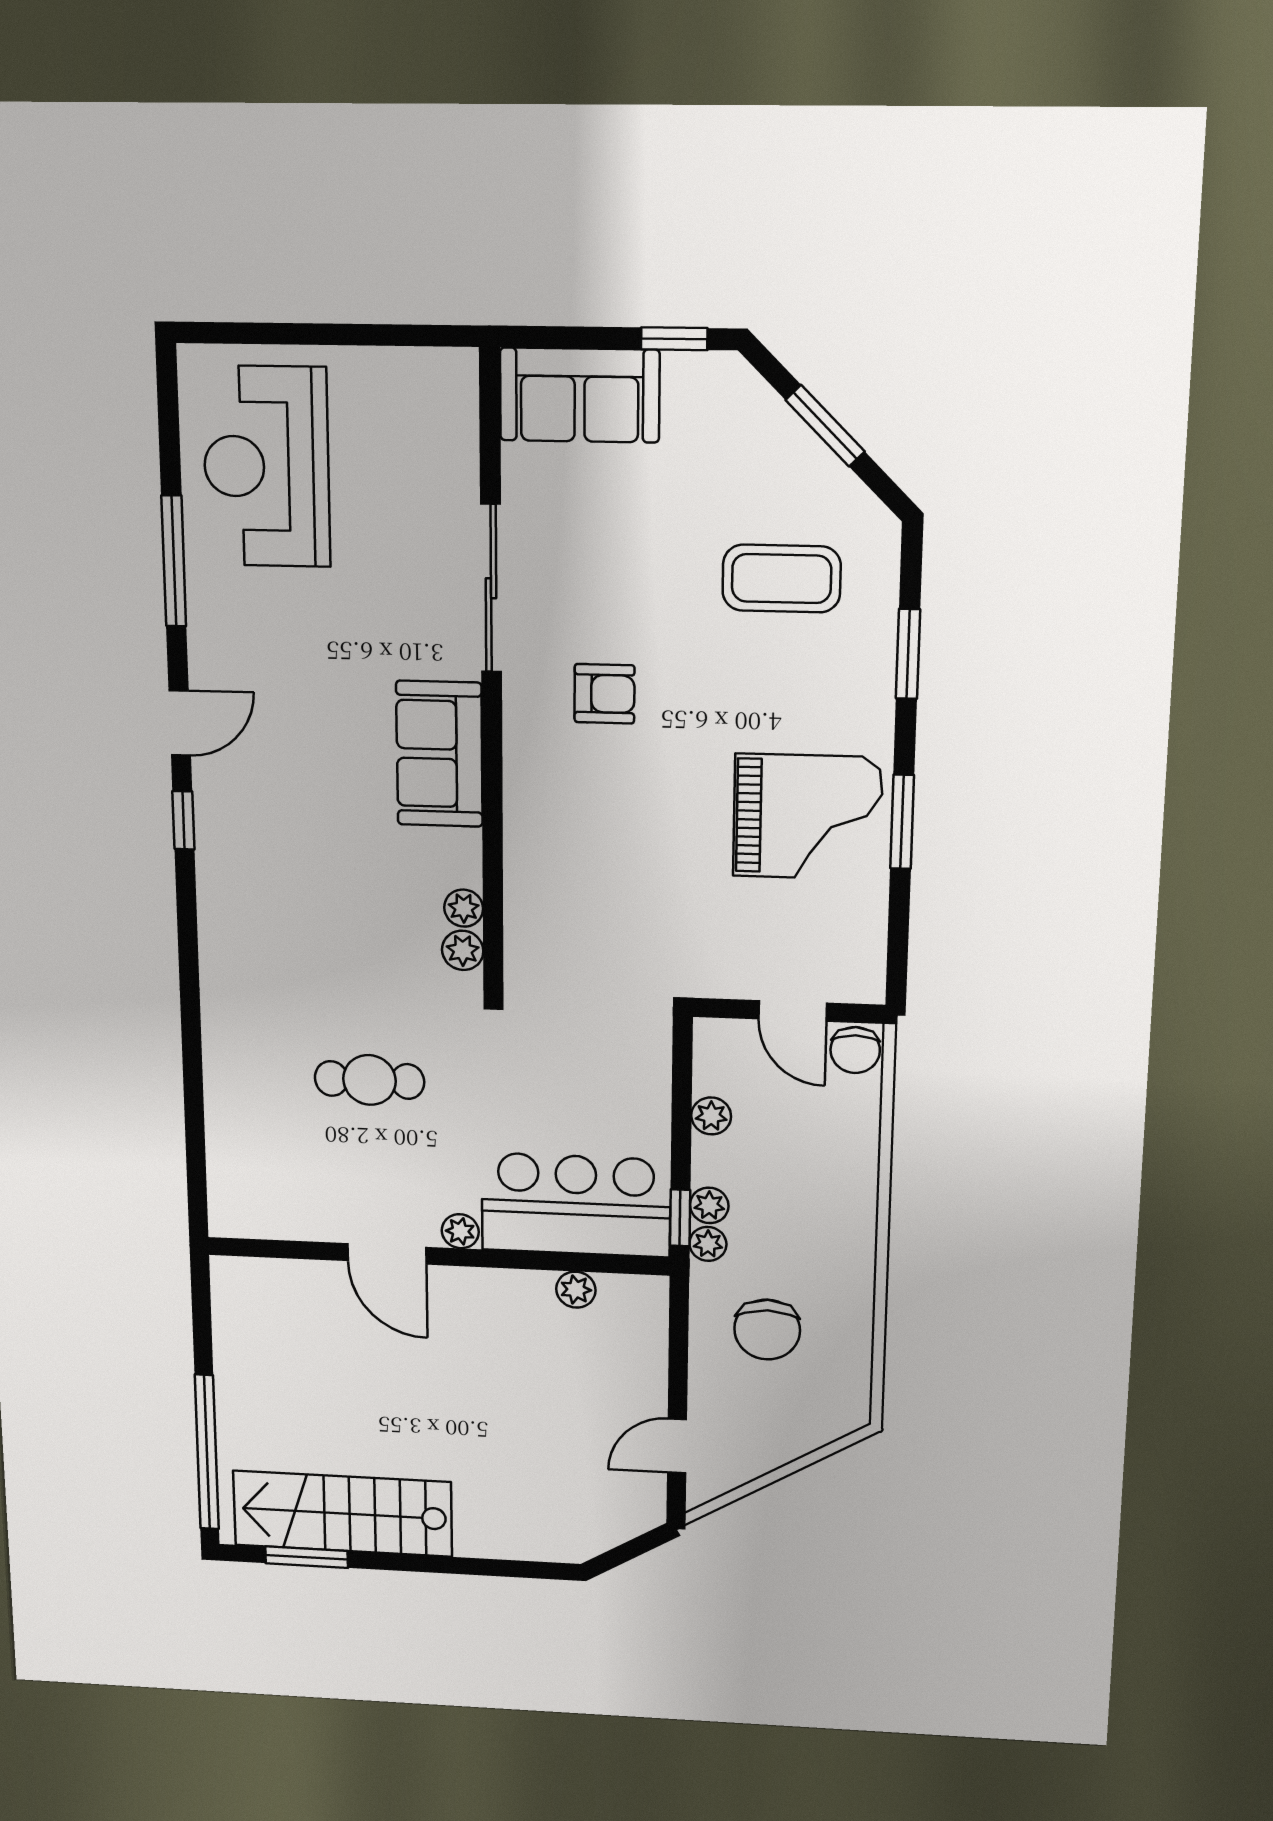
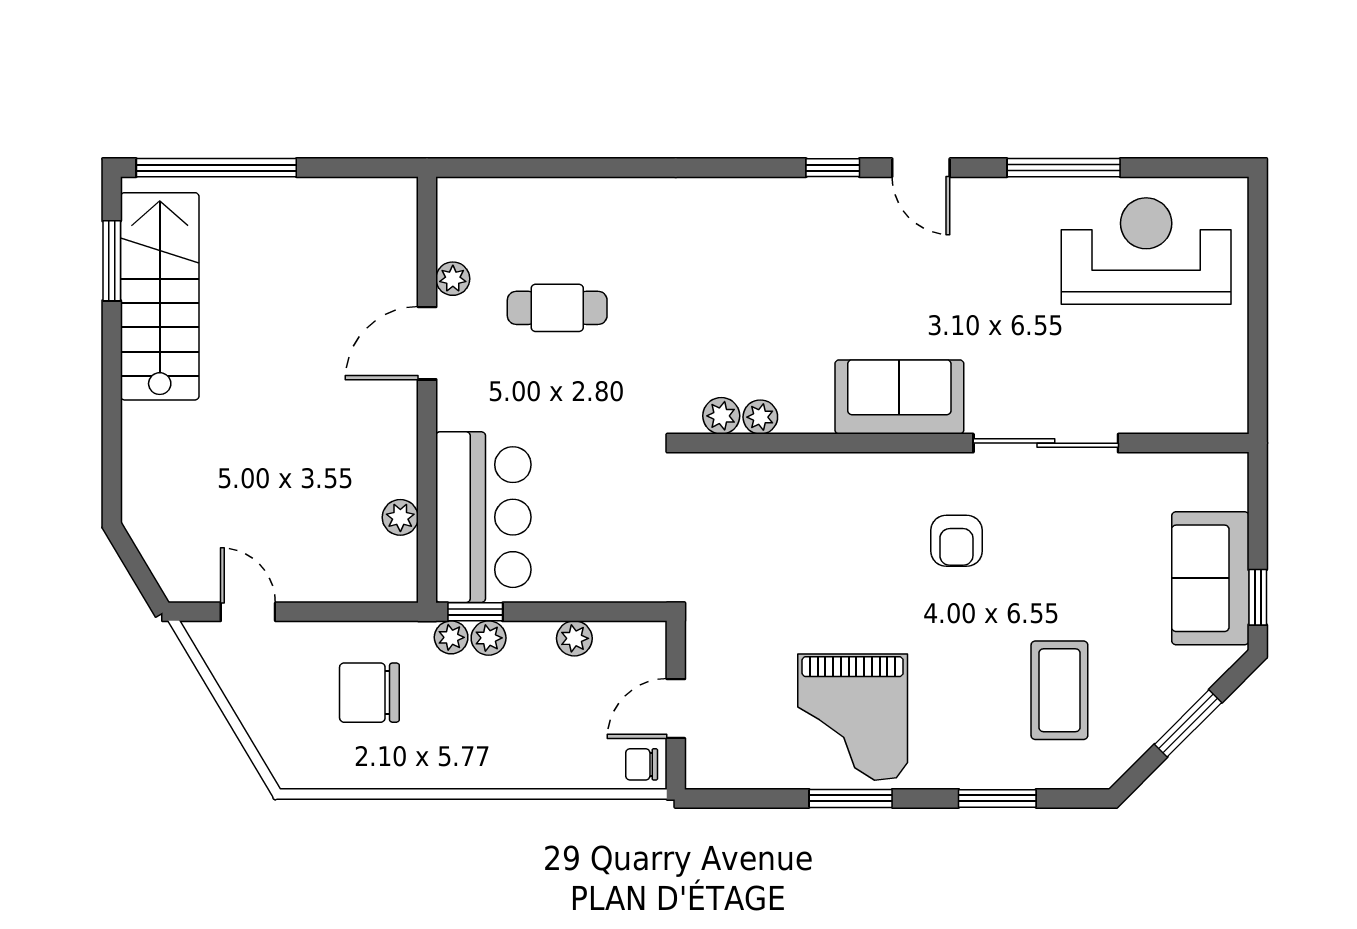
sofa: (580, 395) -> (1210, 578), moved
chair: (855, 1050) -> (642, 764), width x0.73, depth x0.73
cafe table: (370, 1080) -> (557, 308), moved, turned 90
plant: (460, 1231) -> (453, 279), moved

